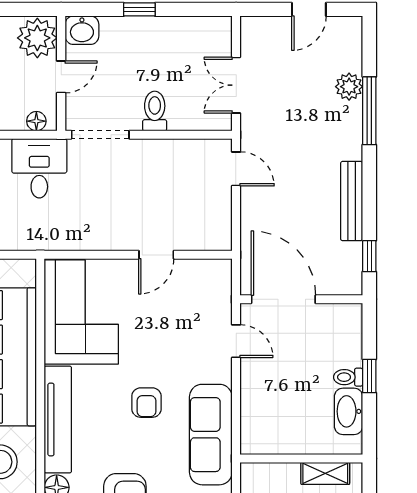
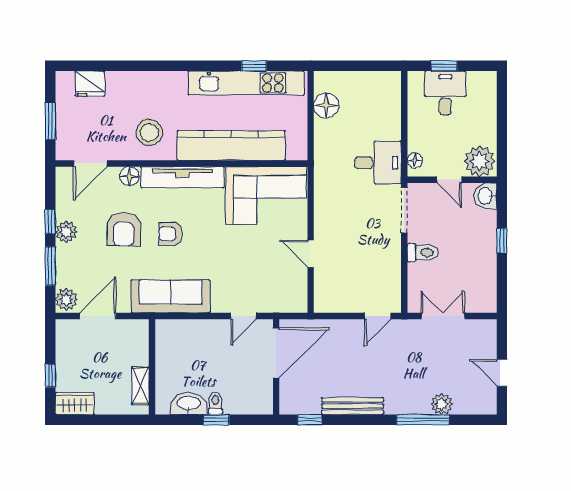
armchair: (146, 403) -> (170, 234), moved

